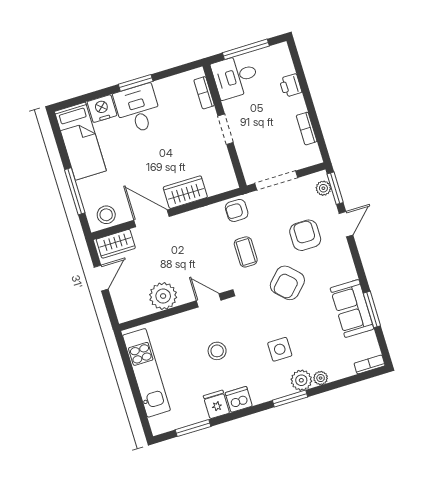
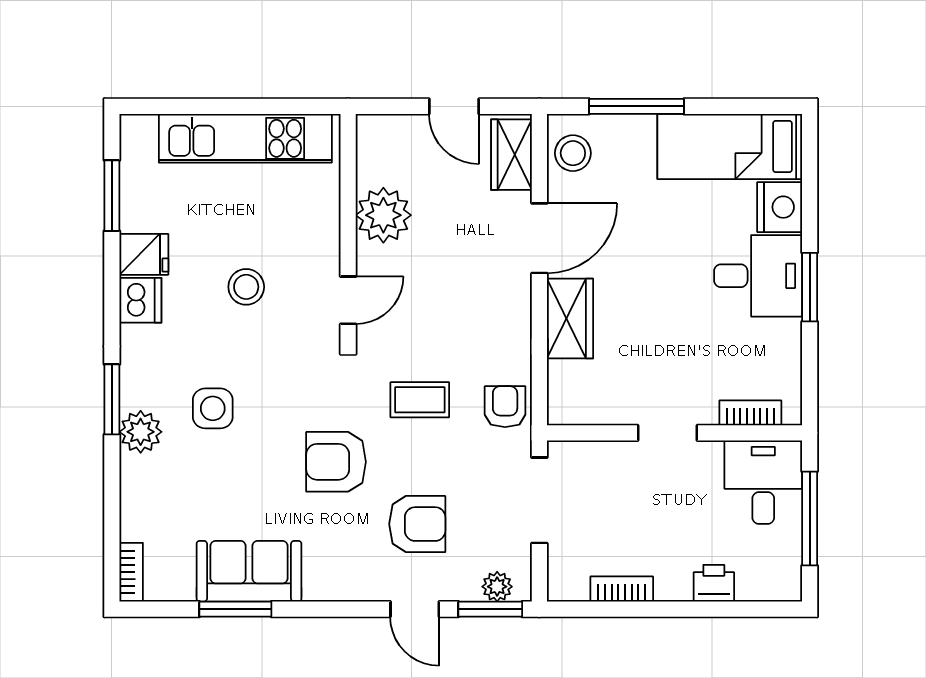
armchair: (287, 283) -> (336, 462), turned -44
plant: (321, 378) -> (134, 470), removed

